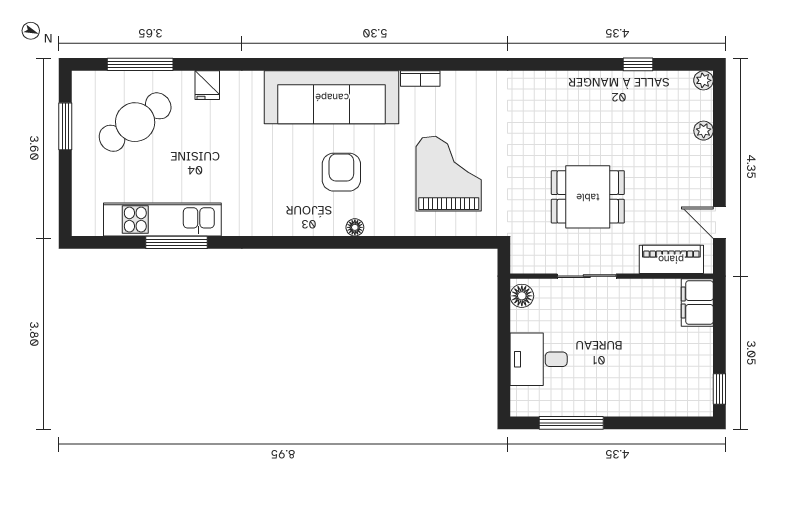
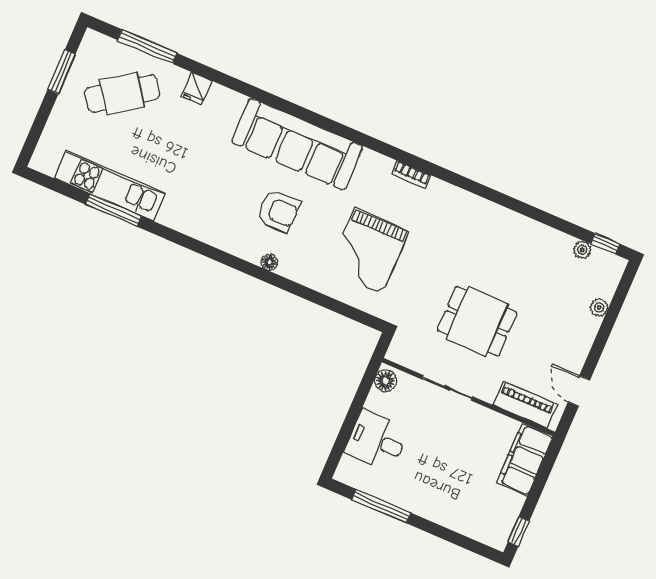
window: (638, 64) -> (605, 244), moved
bookcase: (420, 79) -> (411, 174), moved
plant: (703, 80) -> (582, 250), moved
armchair: (341, 172) -> (278, 211), turned 90
grand piano: (449, 174) -> (368, 251), turned 180
filing cabinet: (697, 303) -> (525, 459), width x1.50, depth x1.17

